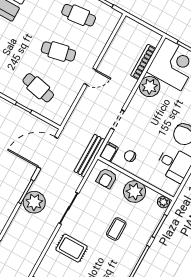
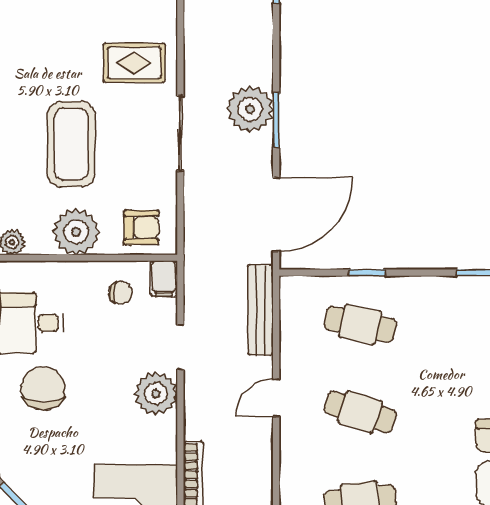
cafe table: (58, 51) -> (360, 412), turned 30
plant: (150, 87) -> (156, 394), moved
bench: (89, 156) -> (261, 310), moved
armchair: (107, 178) -> (141, 228), turned 90
coffee table: (116, 229) -> (71, 144), width x1.86, depth x1.72

